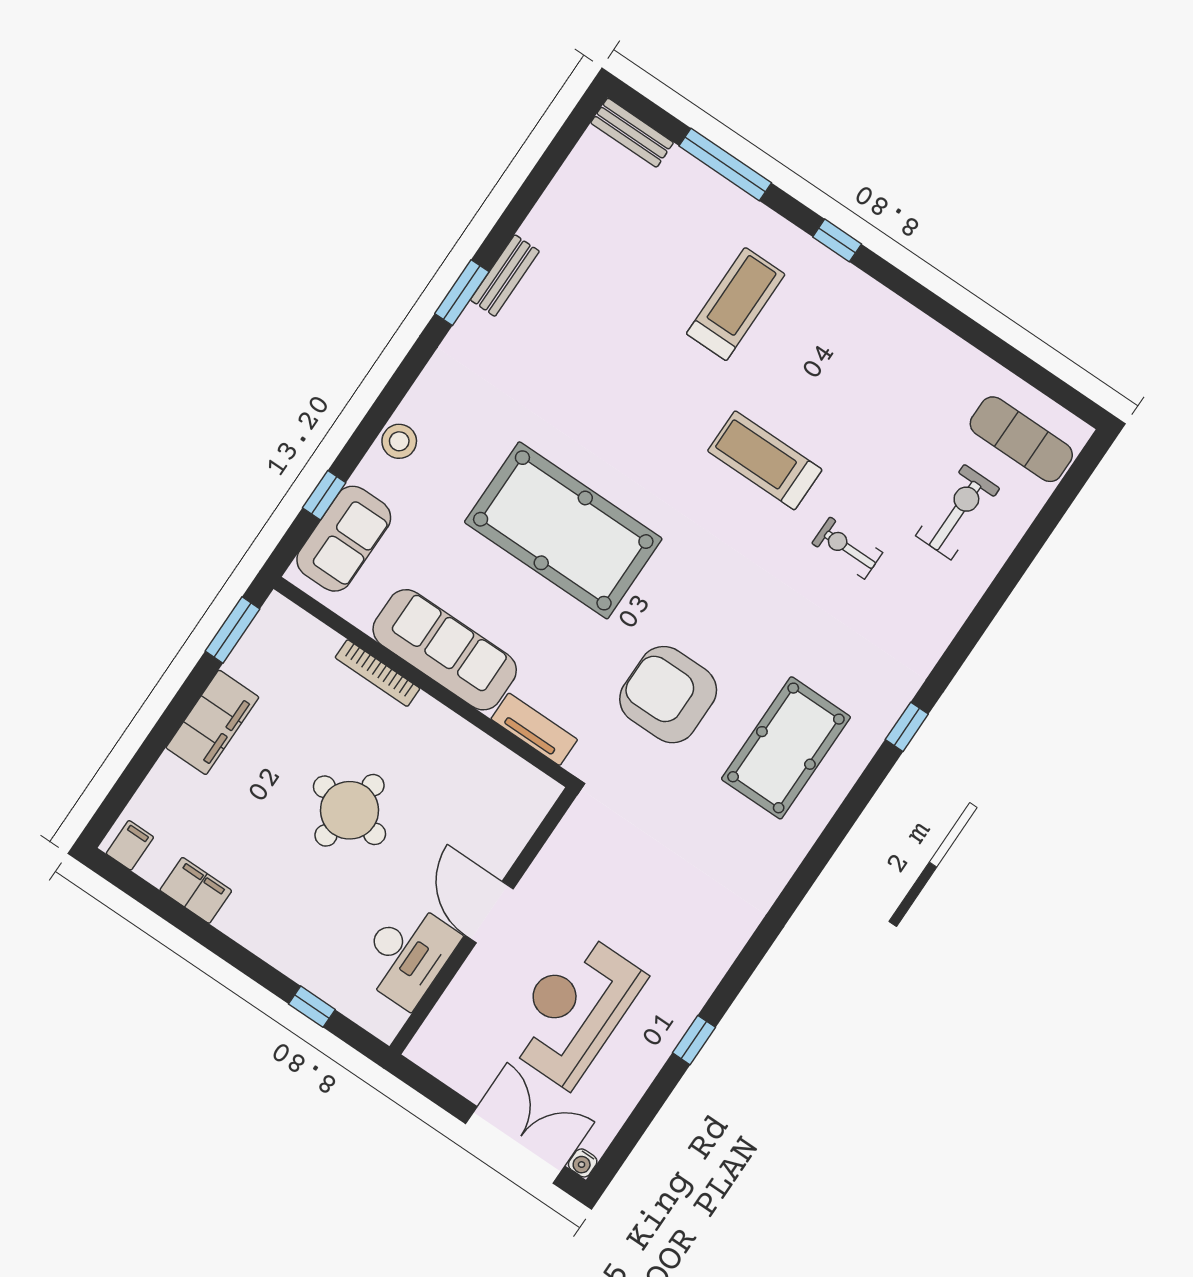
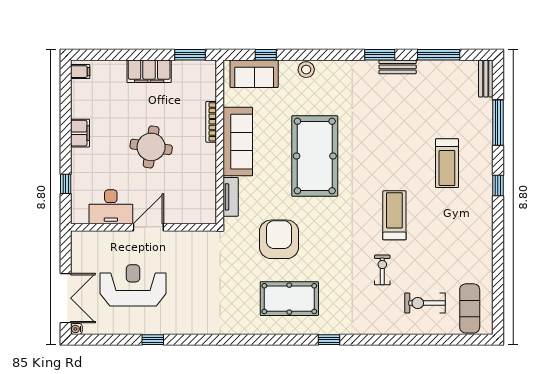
window: (533, 188) -> (439, 55), added
treadmill: (736, 304) -> (447, 163), turned 90
exercise bike: (958, 512) -> (425, 303), turned 180
filing cabinet: (196, 890) -> (80, 133), moved

